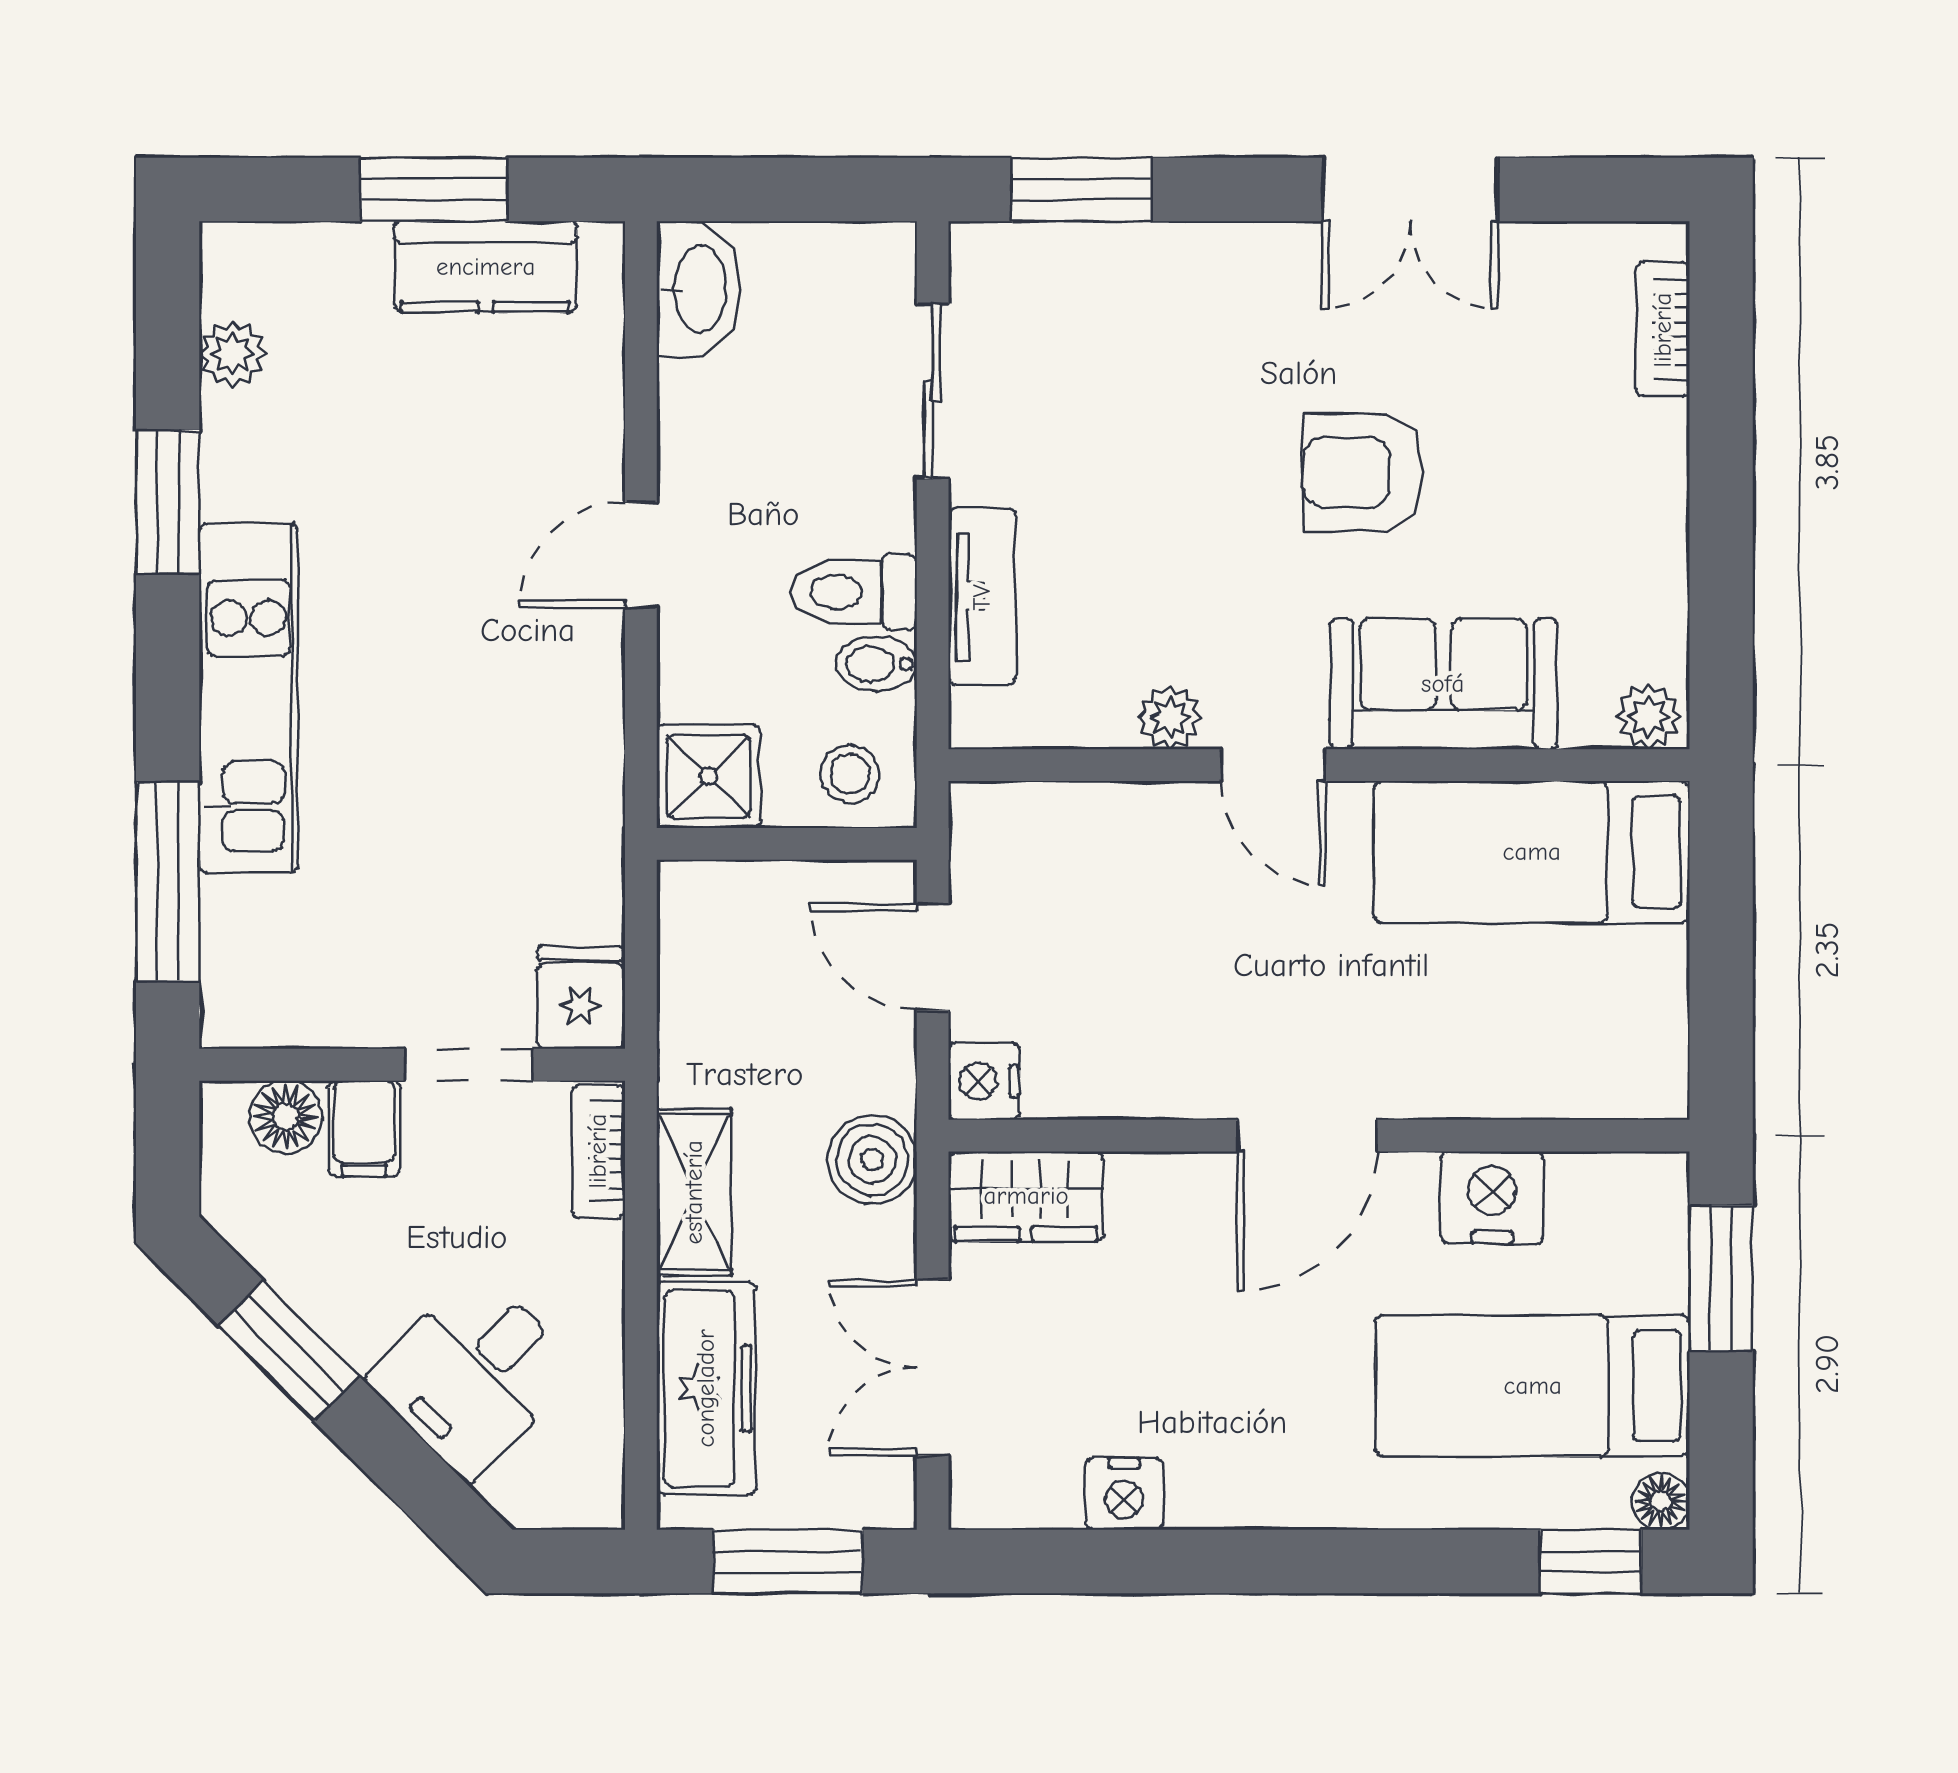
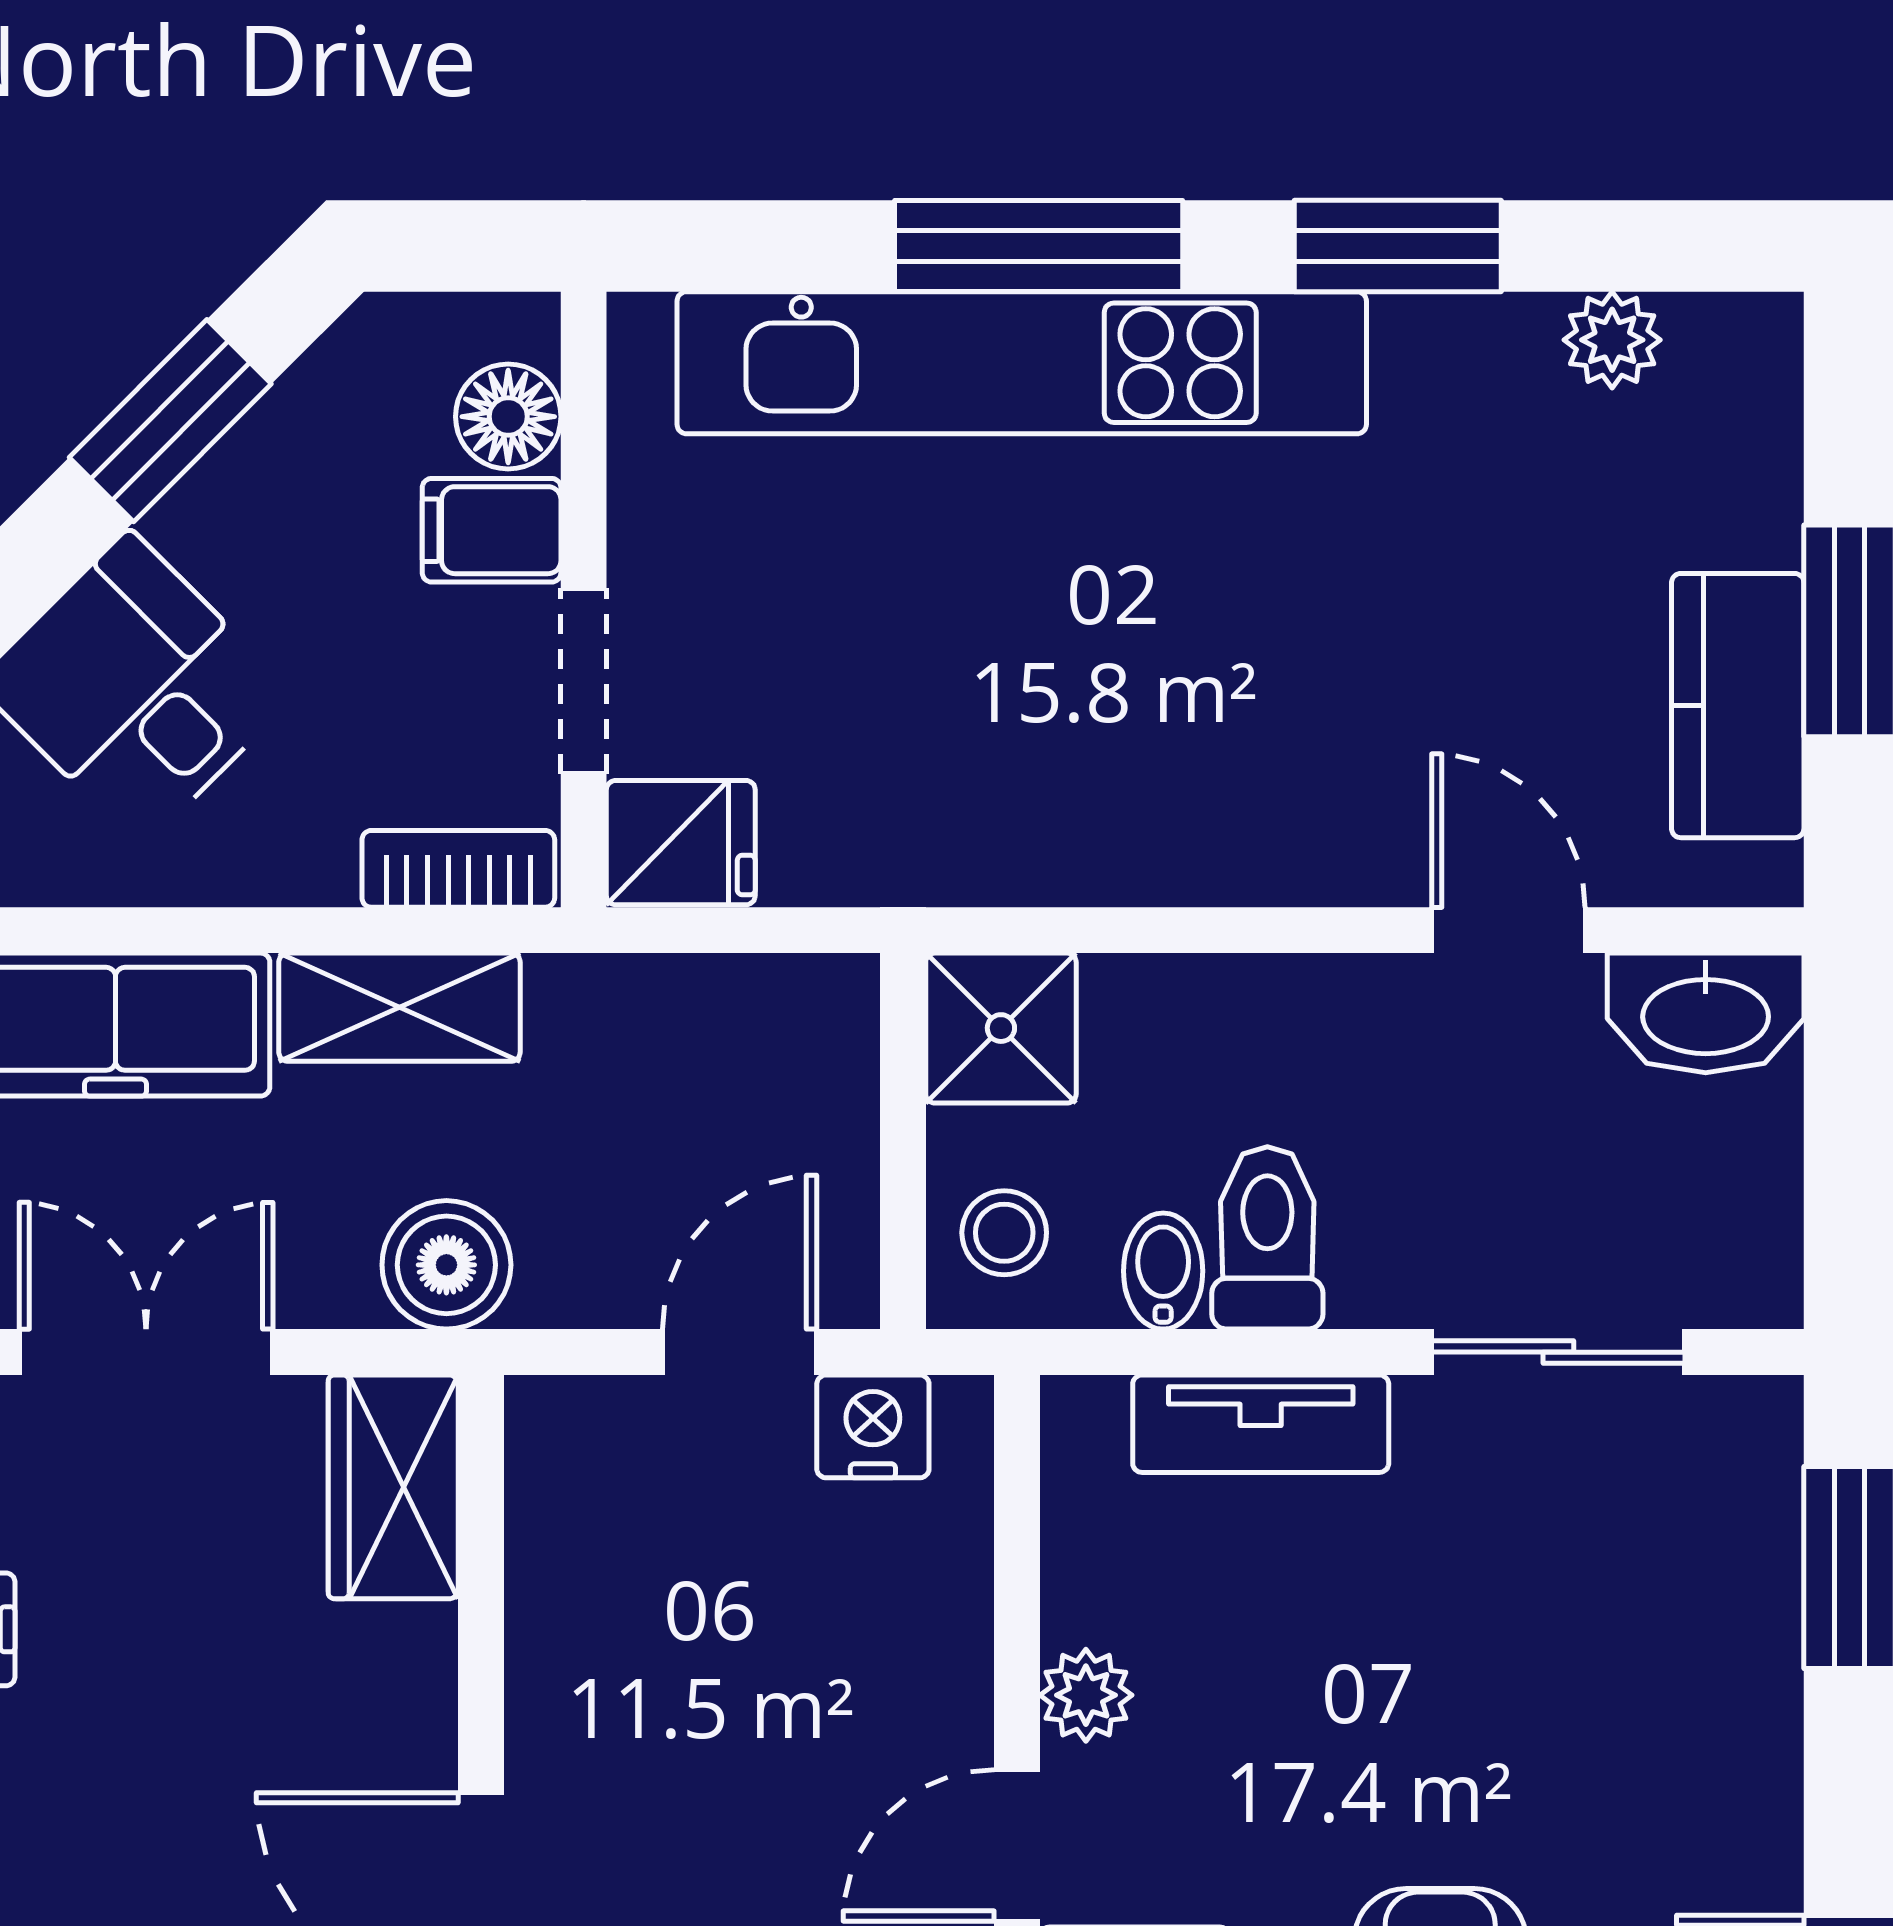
door: (641, 555) -> (1508, 930), moved
kitchen unit: (248, 698) -> (1022, 363), width x1.36
window: (168, 882) -> (1039, 246), moved
nightstand: (984, 1081) -> (873, 1426), moved

